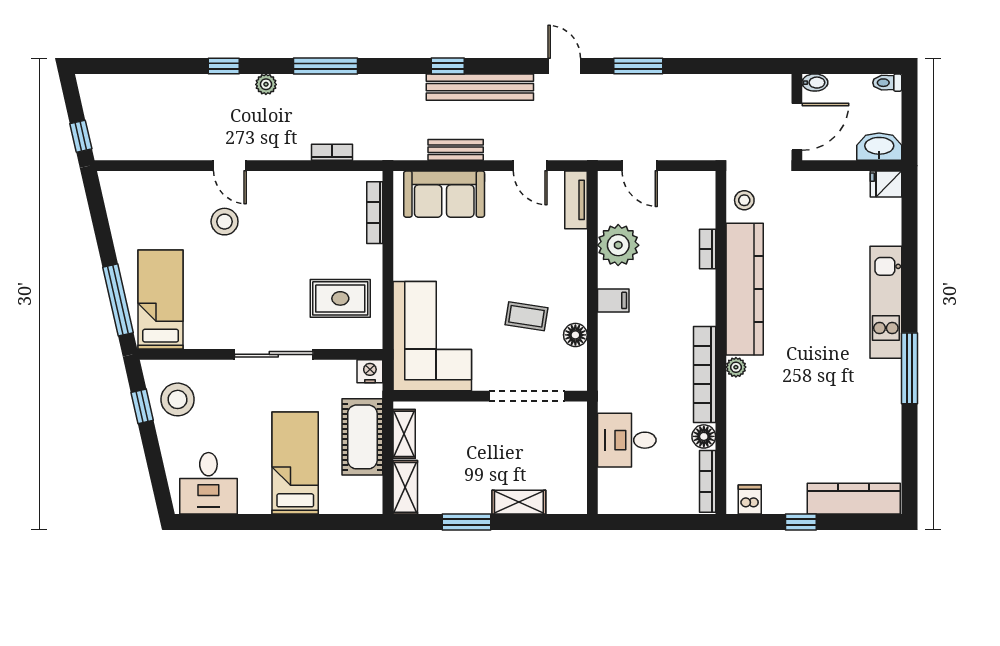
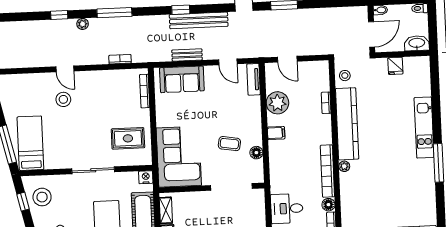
fridge: (886, 184) -> (395, 66), moved, turned -90

